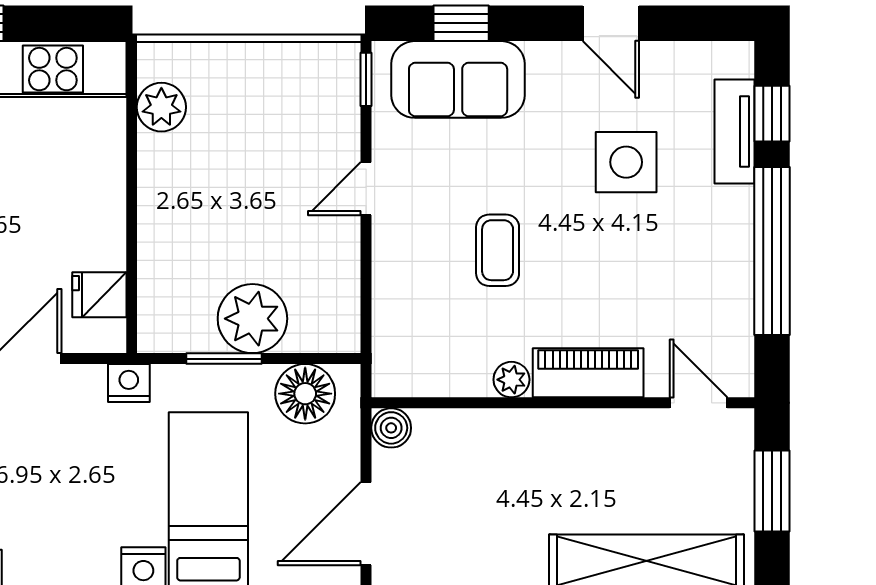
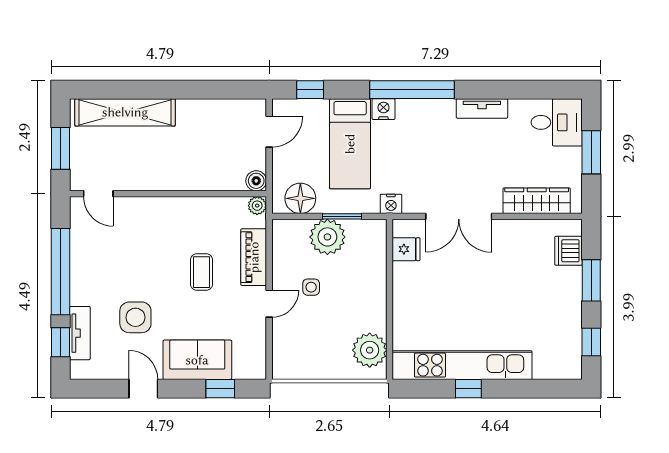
window: (366, 79) -> (269, 360), removed
sofa: (458, 79) -> (197, 360), moved
plant: (161, 107) -> (370, 350), width x1.36, depth x1.36
side table: (284, 221) -> (311, 287), added
piano: (588, 373) -> (254, 257), moved, turned 90
plant: (511, 380) -> (257, 206), moved
door: (366, 524) -> (269, 132), width x0.73

